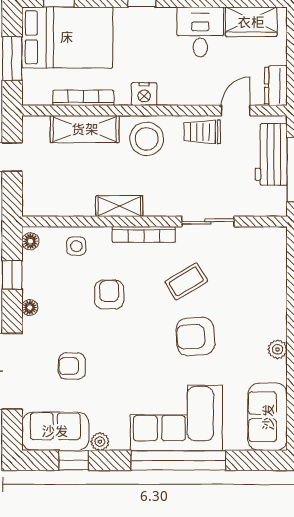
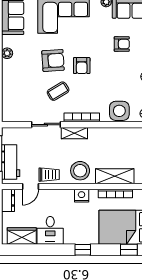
shelving: (119, 206) -> (74, 133), moved
side table: (76, 246) -> (119, 111), width x1.87, depth x1.87
armchair: (109, 295) -> (82, 66), moved

